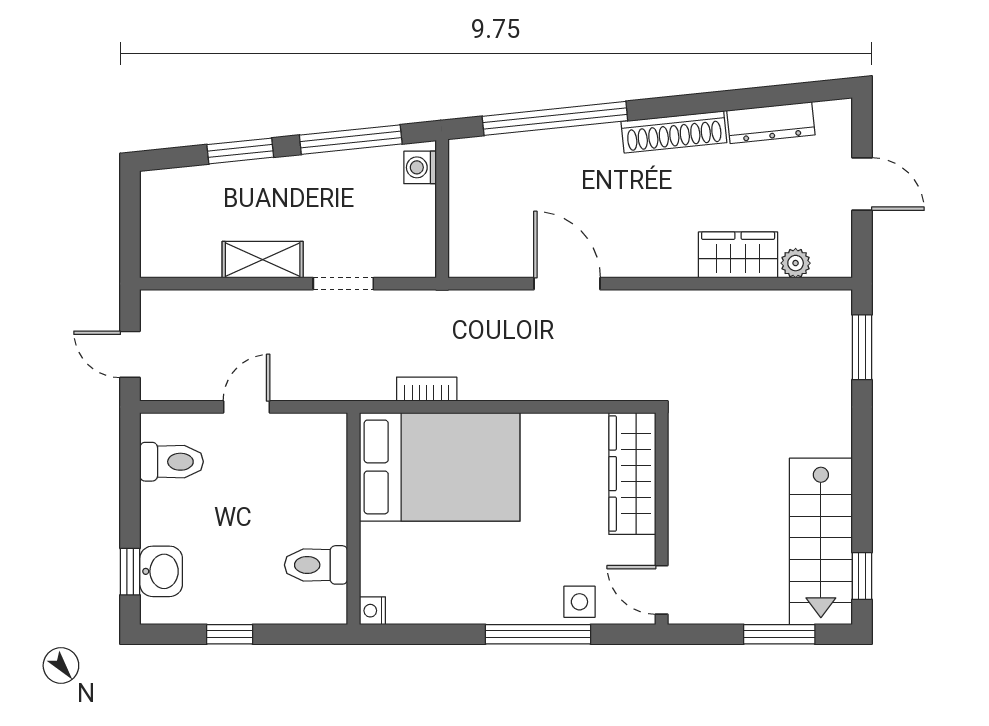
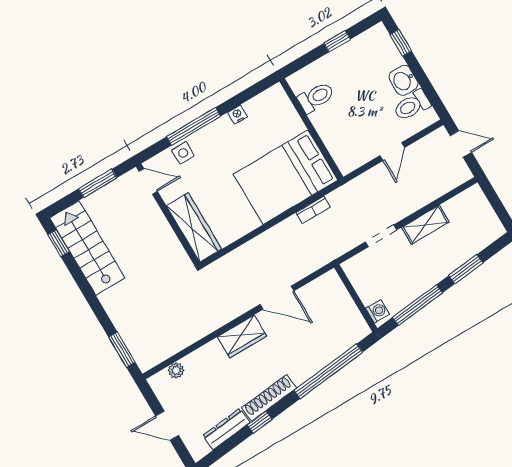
window: (711, 102) -> (260, 422), added
wardrobe: (738, 255) -> (242, 337), moved
washbasin: (161, 571) -> (404, 80), moved
nightstand: (372, 611) -> (238, 115), moved, turned -90
window: (779, 634) -> (98, 183), moved

